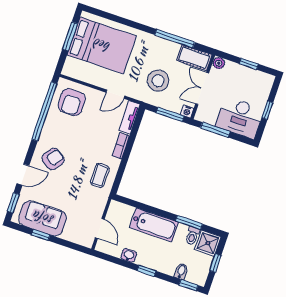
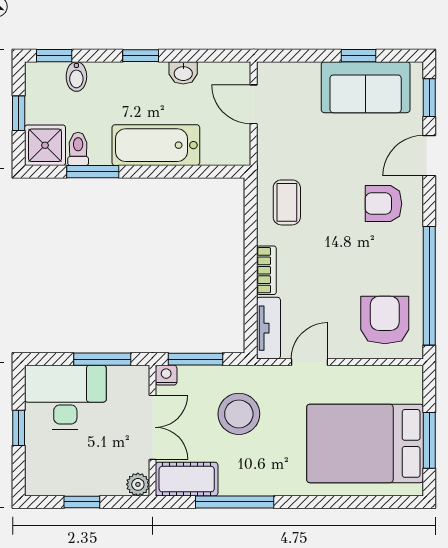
armchair: (53, 159) -> (383, 204), turned 55

